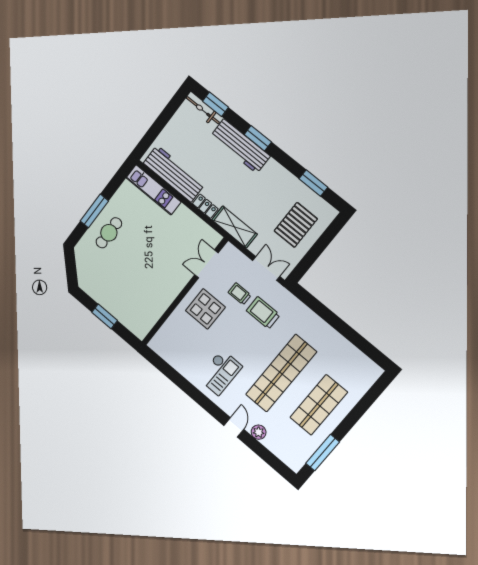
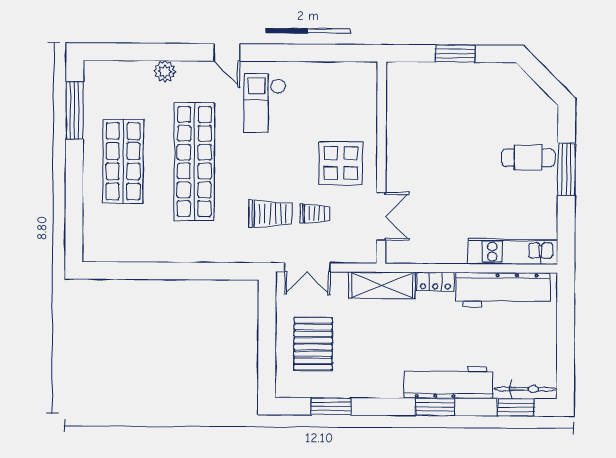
cafe table: (109, 233) -> (528, 158), turned 90
door: (234, 427) -> (227, 52), moved

